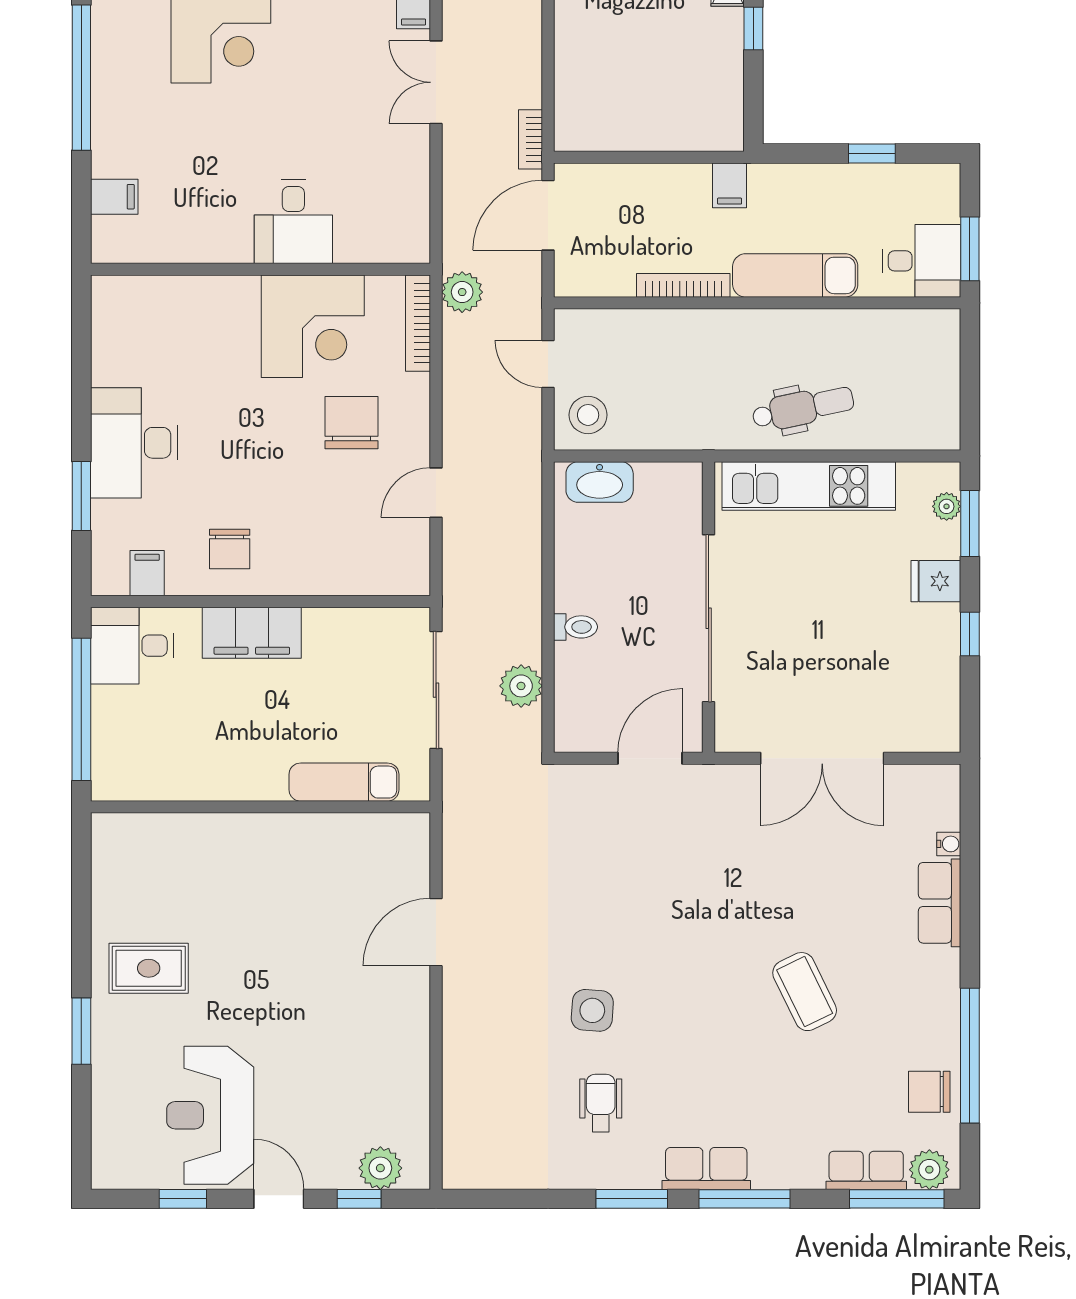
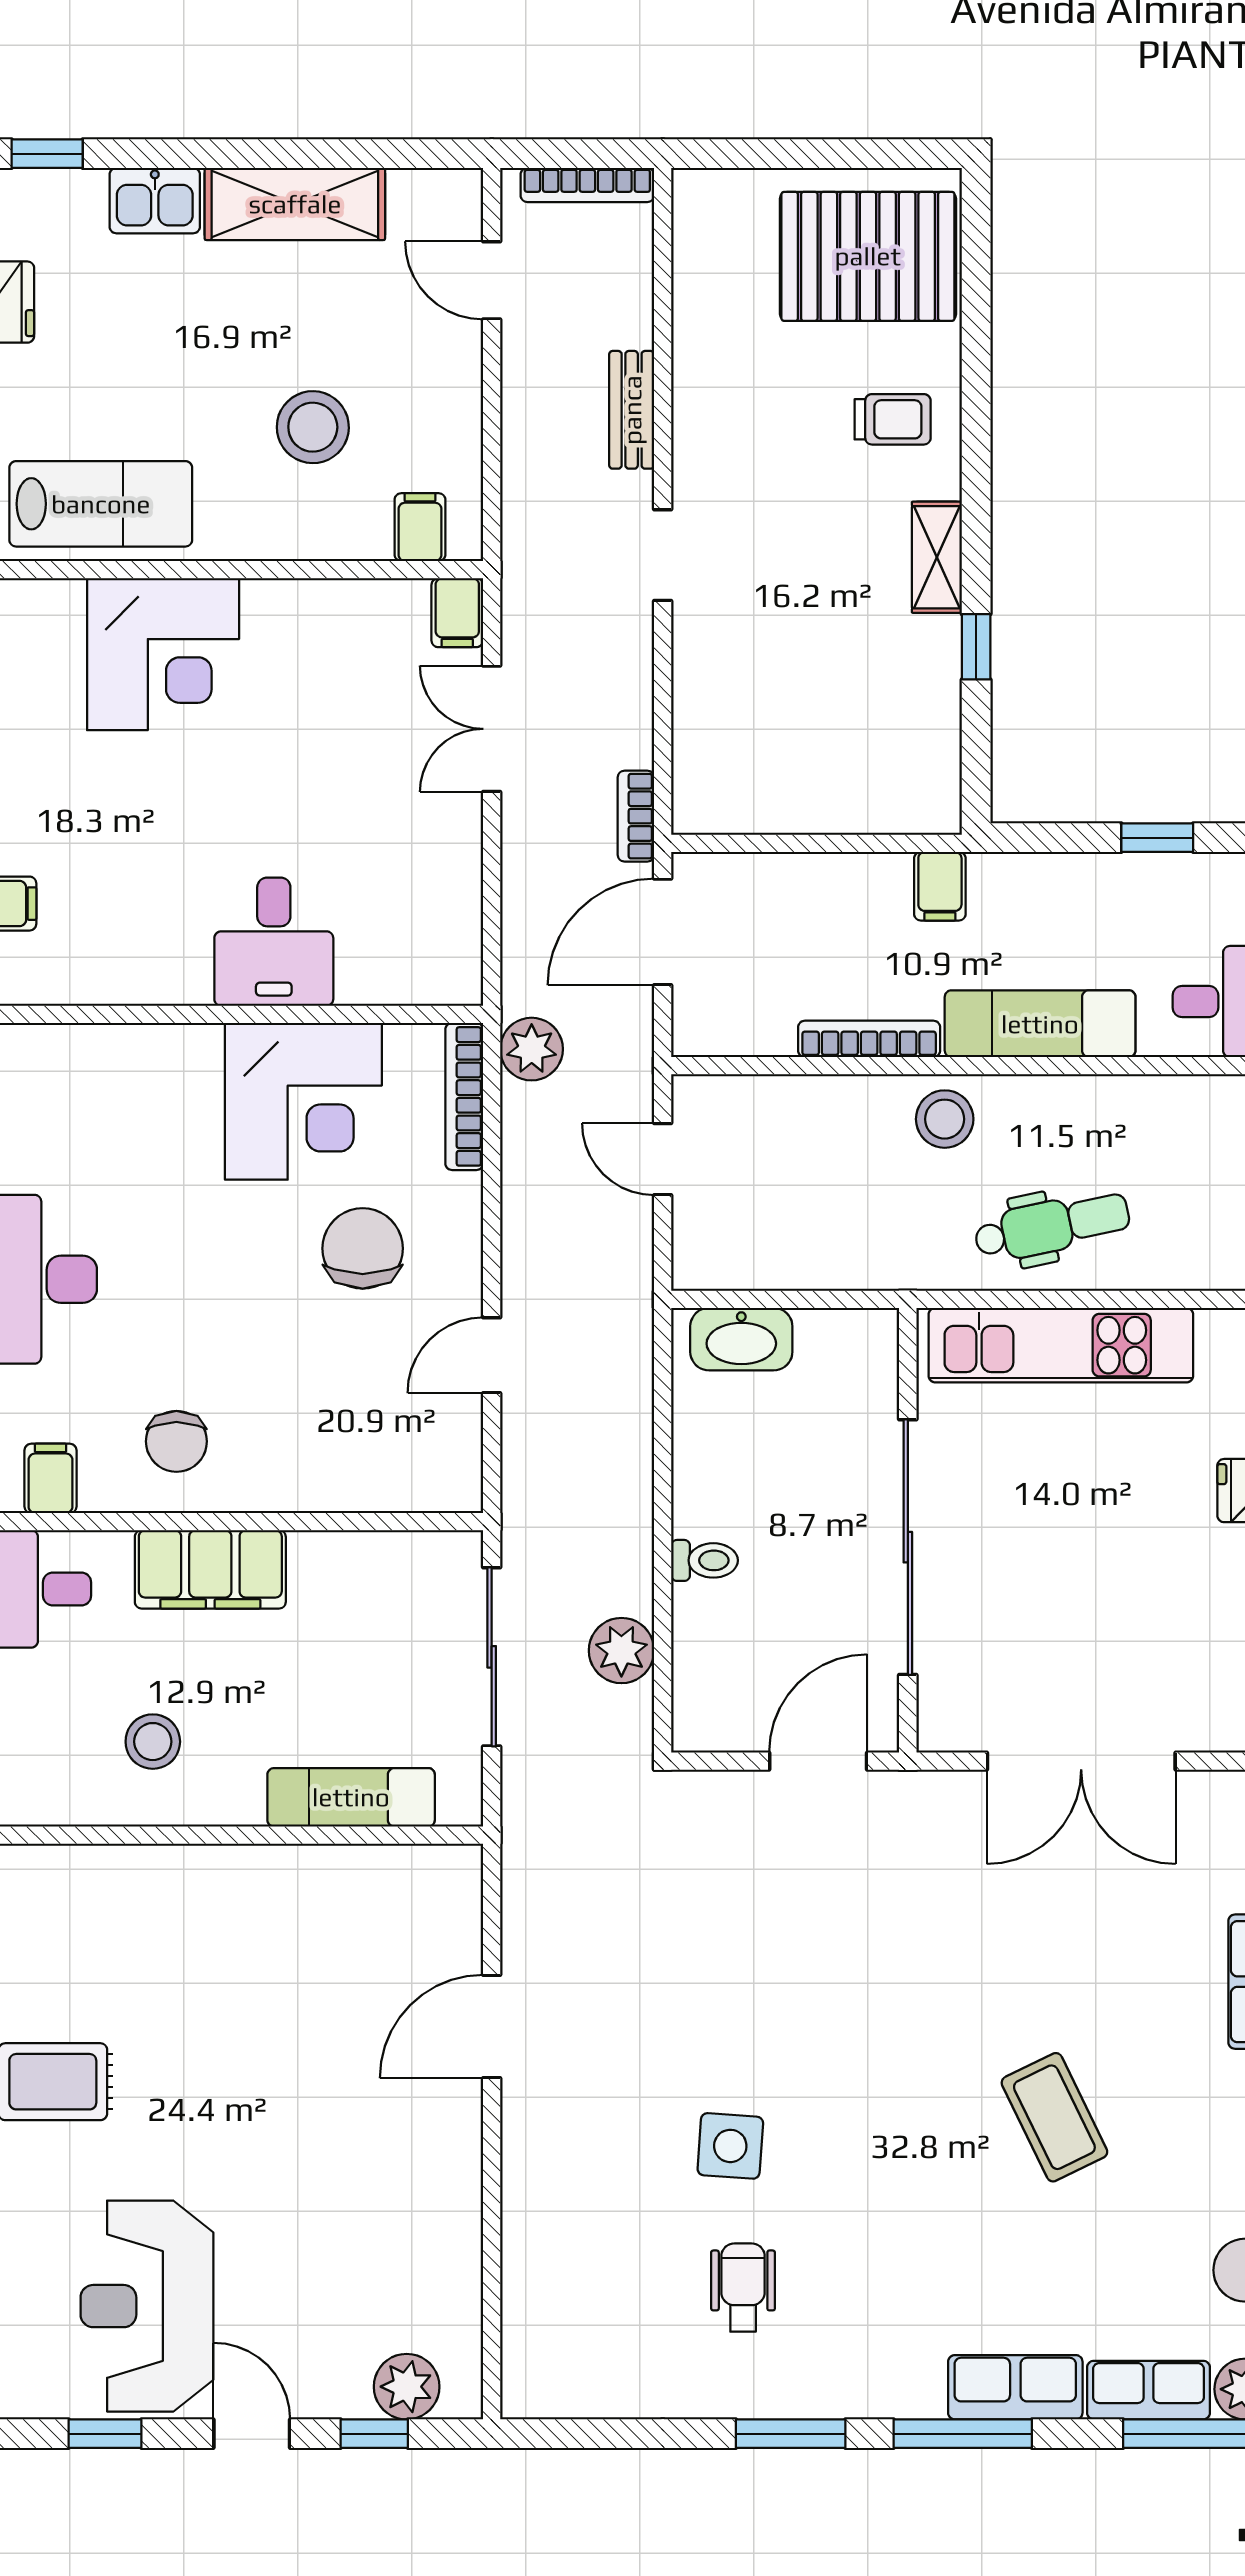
stool: (588, 415) -> (945, 1119), moved
stool: (214, 746) -> (153, 1742), added
row of seats: (706, 1168) -> (1015, 2387), moved

